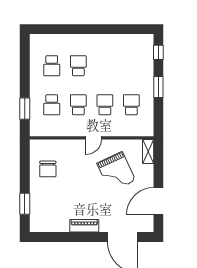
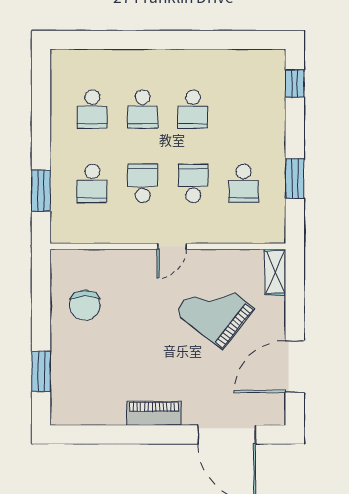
school desk: (78, 66) -> (143, 109), turned 180
school desk: (105, 66) -> (193, 109), added
window: (158, 87) -> (295, 179), moved
school desk: (131, 105) -> (244, 183), turned 180
grand piano: (116, 172) -> (215, 311), turned 153

